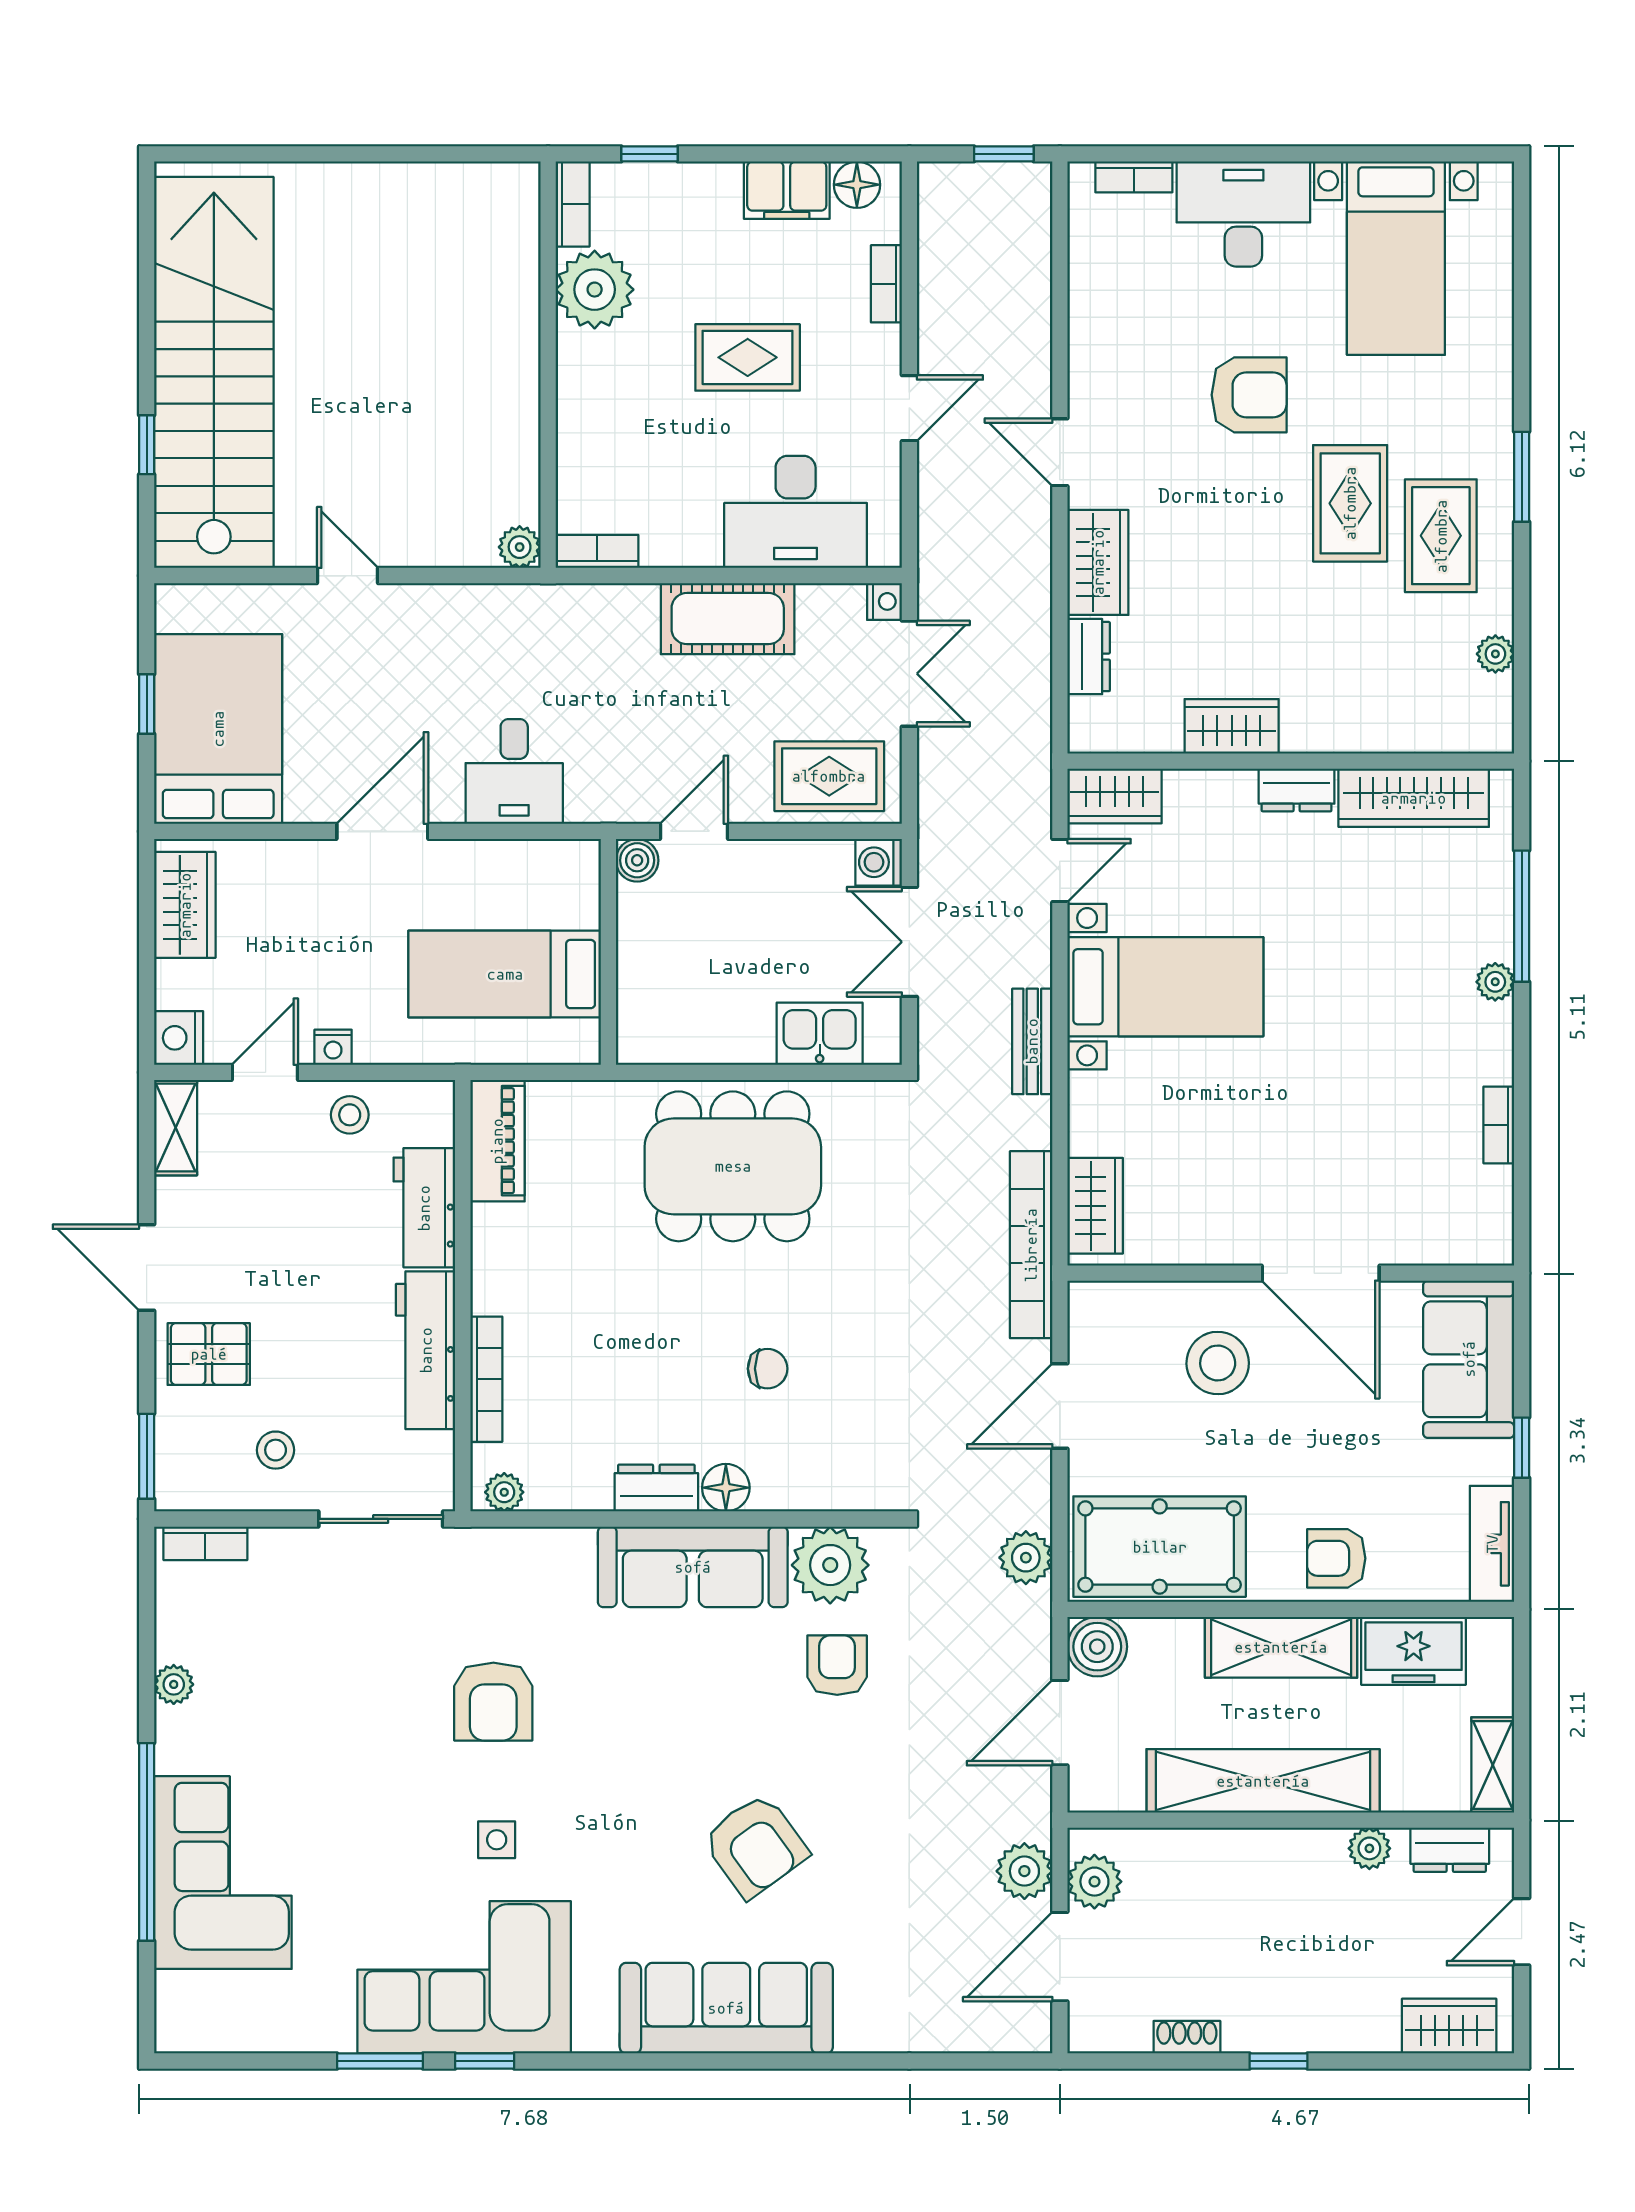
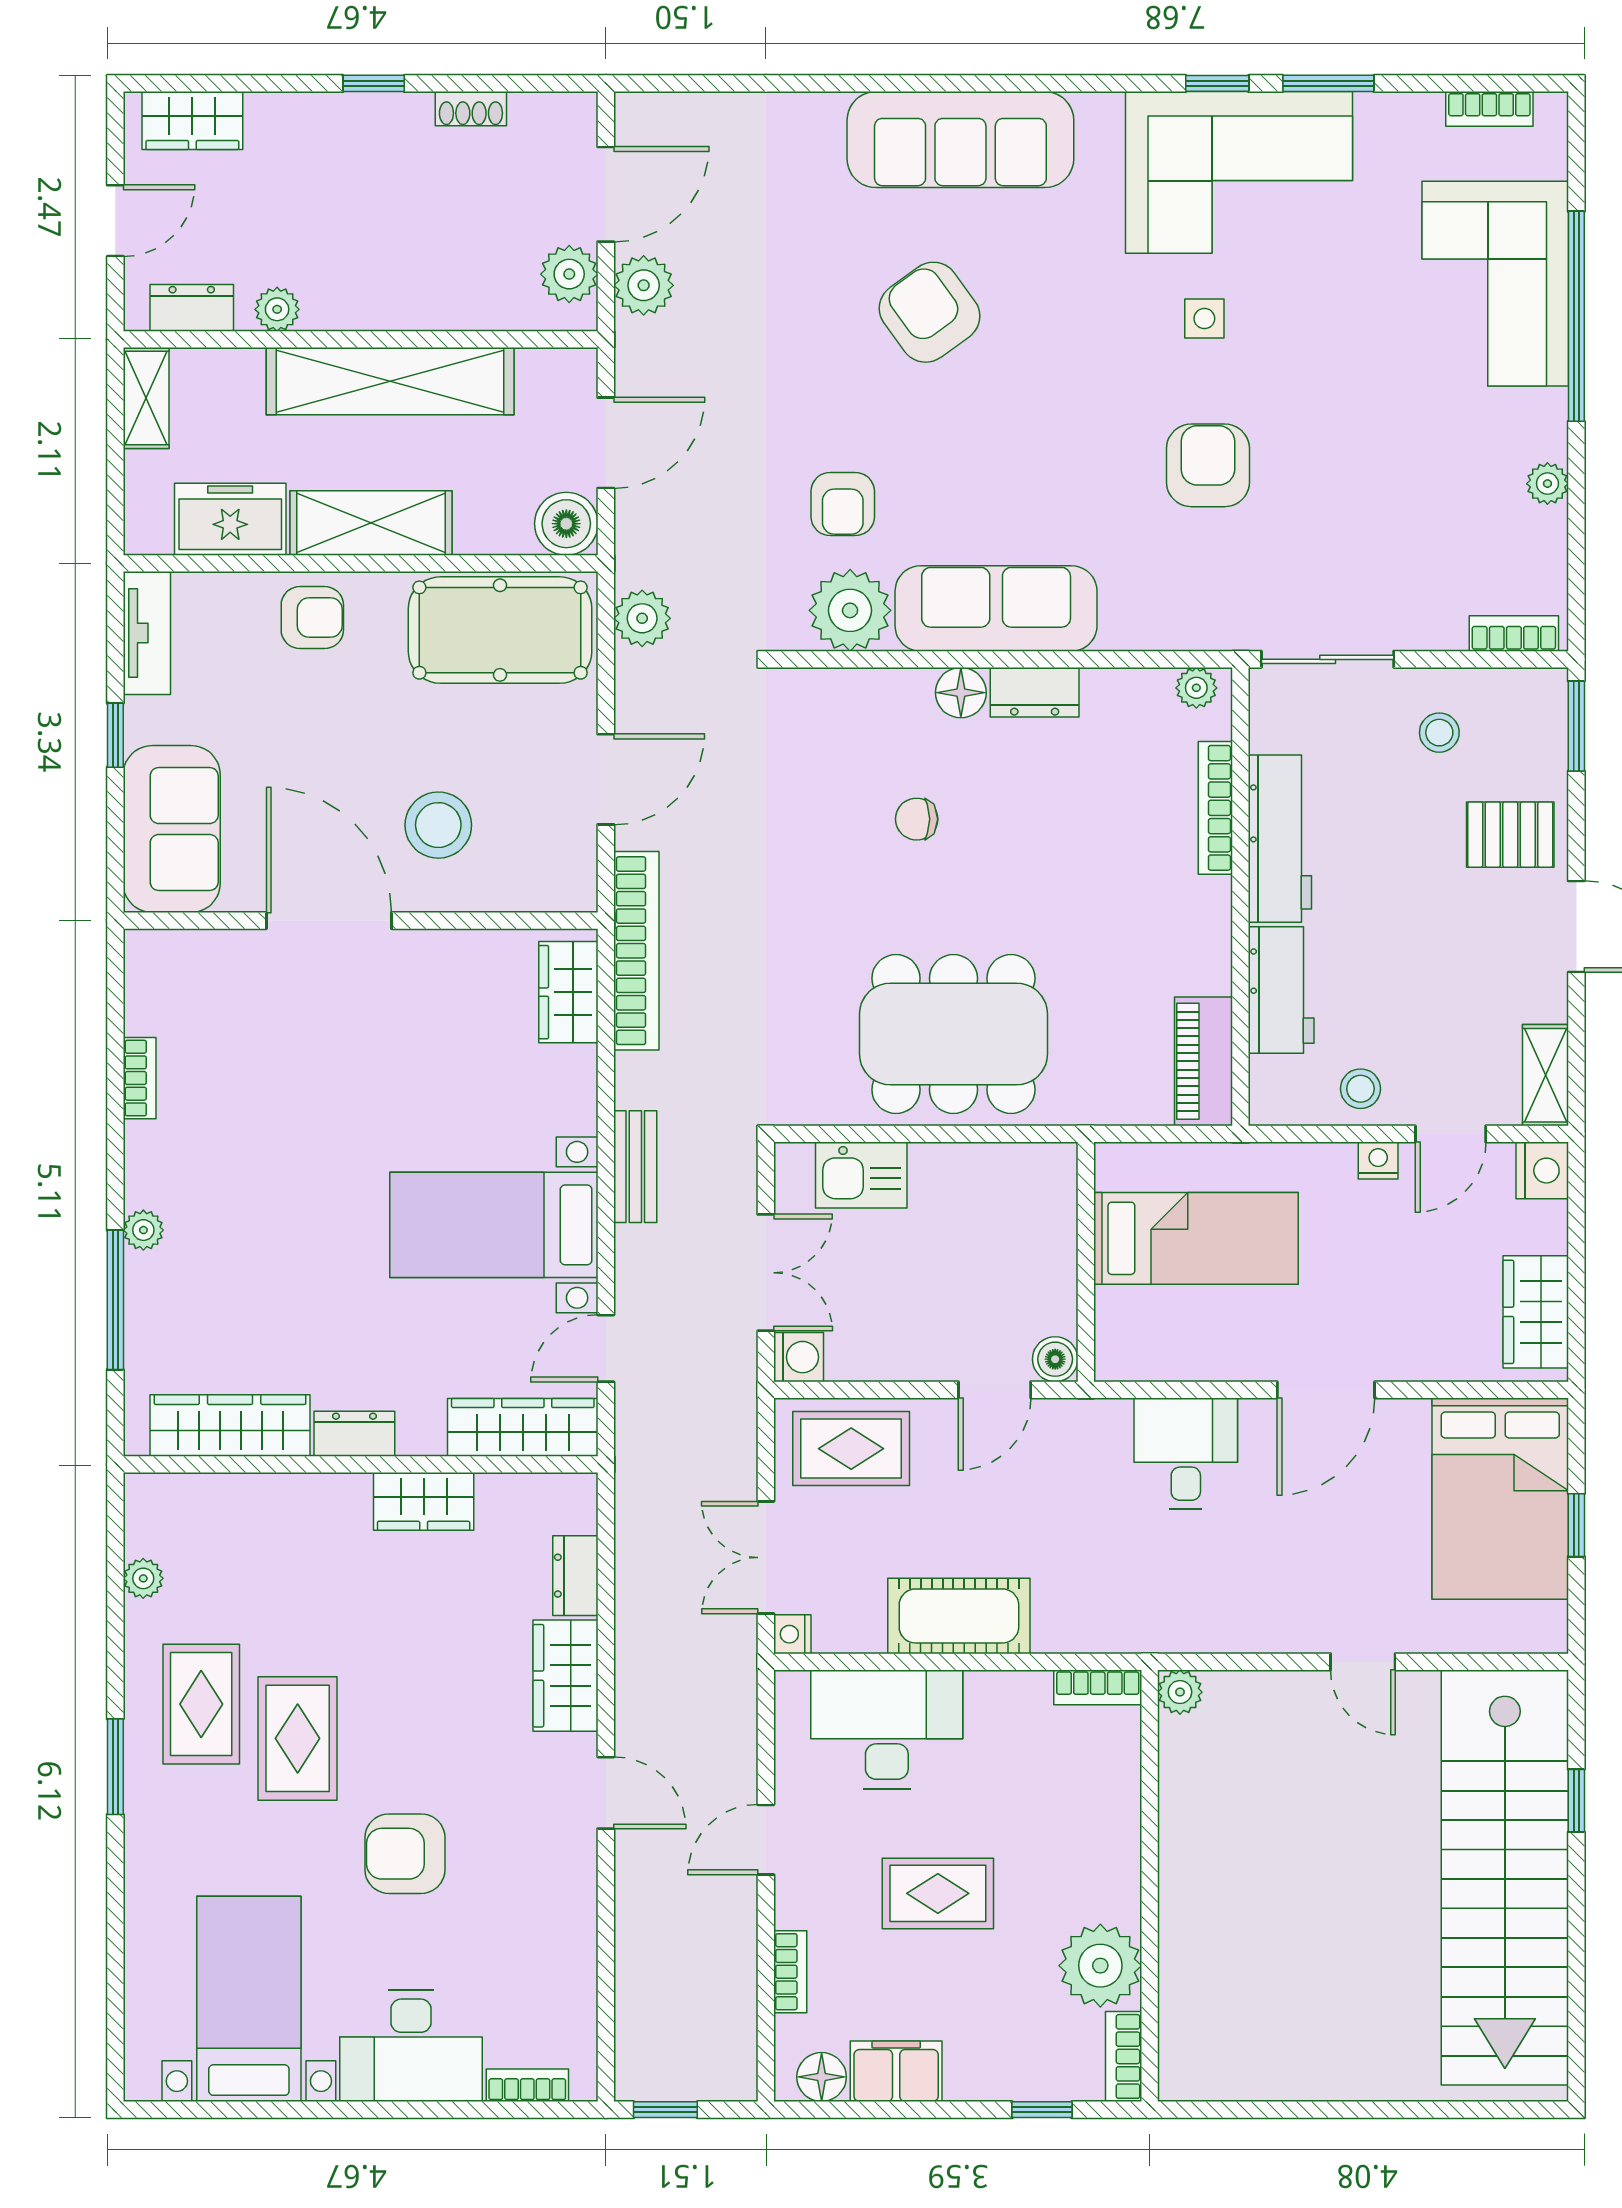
wardrobe: (1115, 796) -> (523, 1427), width x1.50
bookcase: (228, 2037) -> (1489, 109), added

